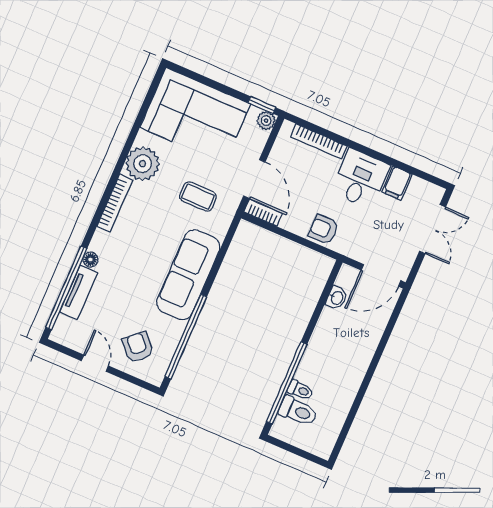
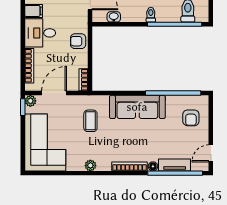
plant: (143, 164) -> (90, 165), width x0.53, depth x0.53
door: (254, 179) -> (54, 93), moved
bookcase: (115, 203) -> (129, 167), moved
armchair: (324, 229) -> (78, 41), turned 90
armchair: (138, 347) -> (191, 118), turned -48
door: (95, 363) -> (211, 153), moved
toilet: (300, 390) -> (151, 15), moved

